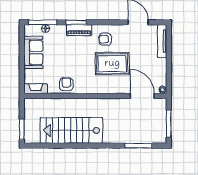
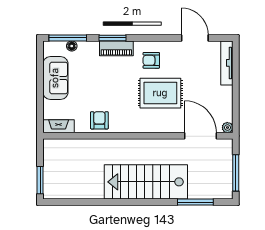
stairs: (71, 130) -> (146, 182), moved

